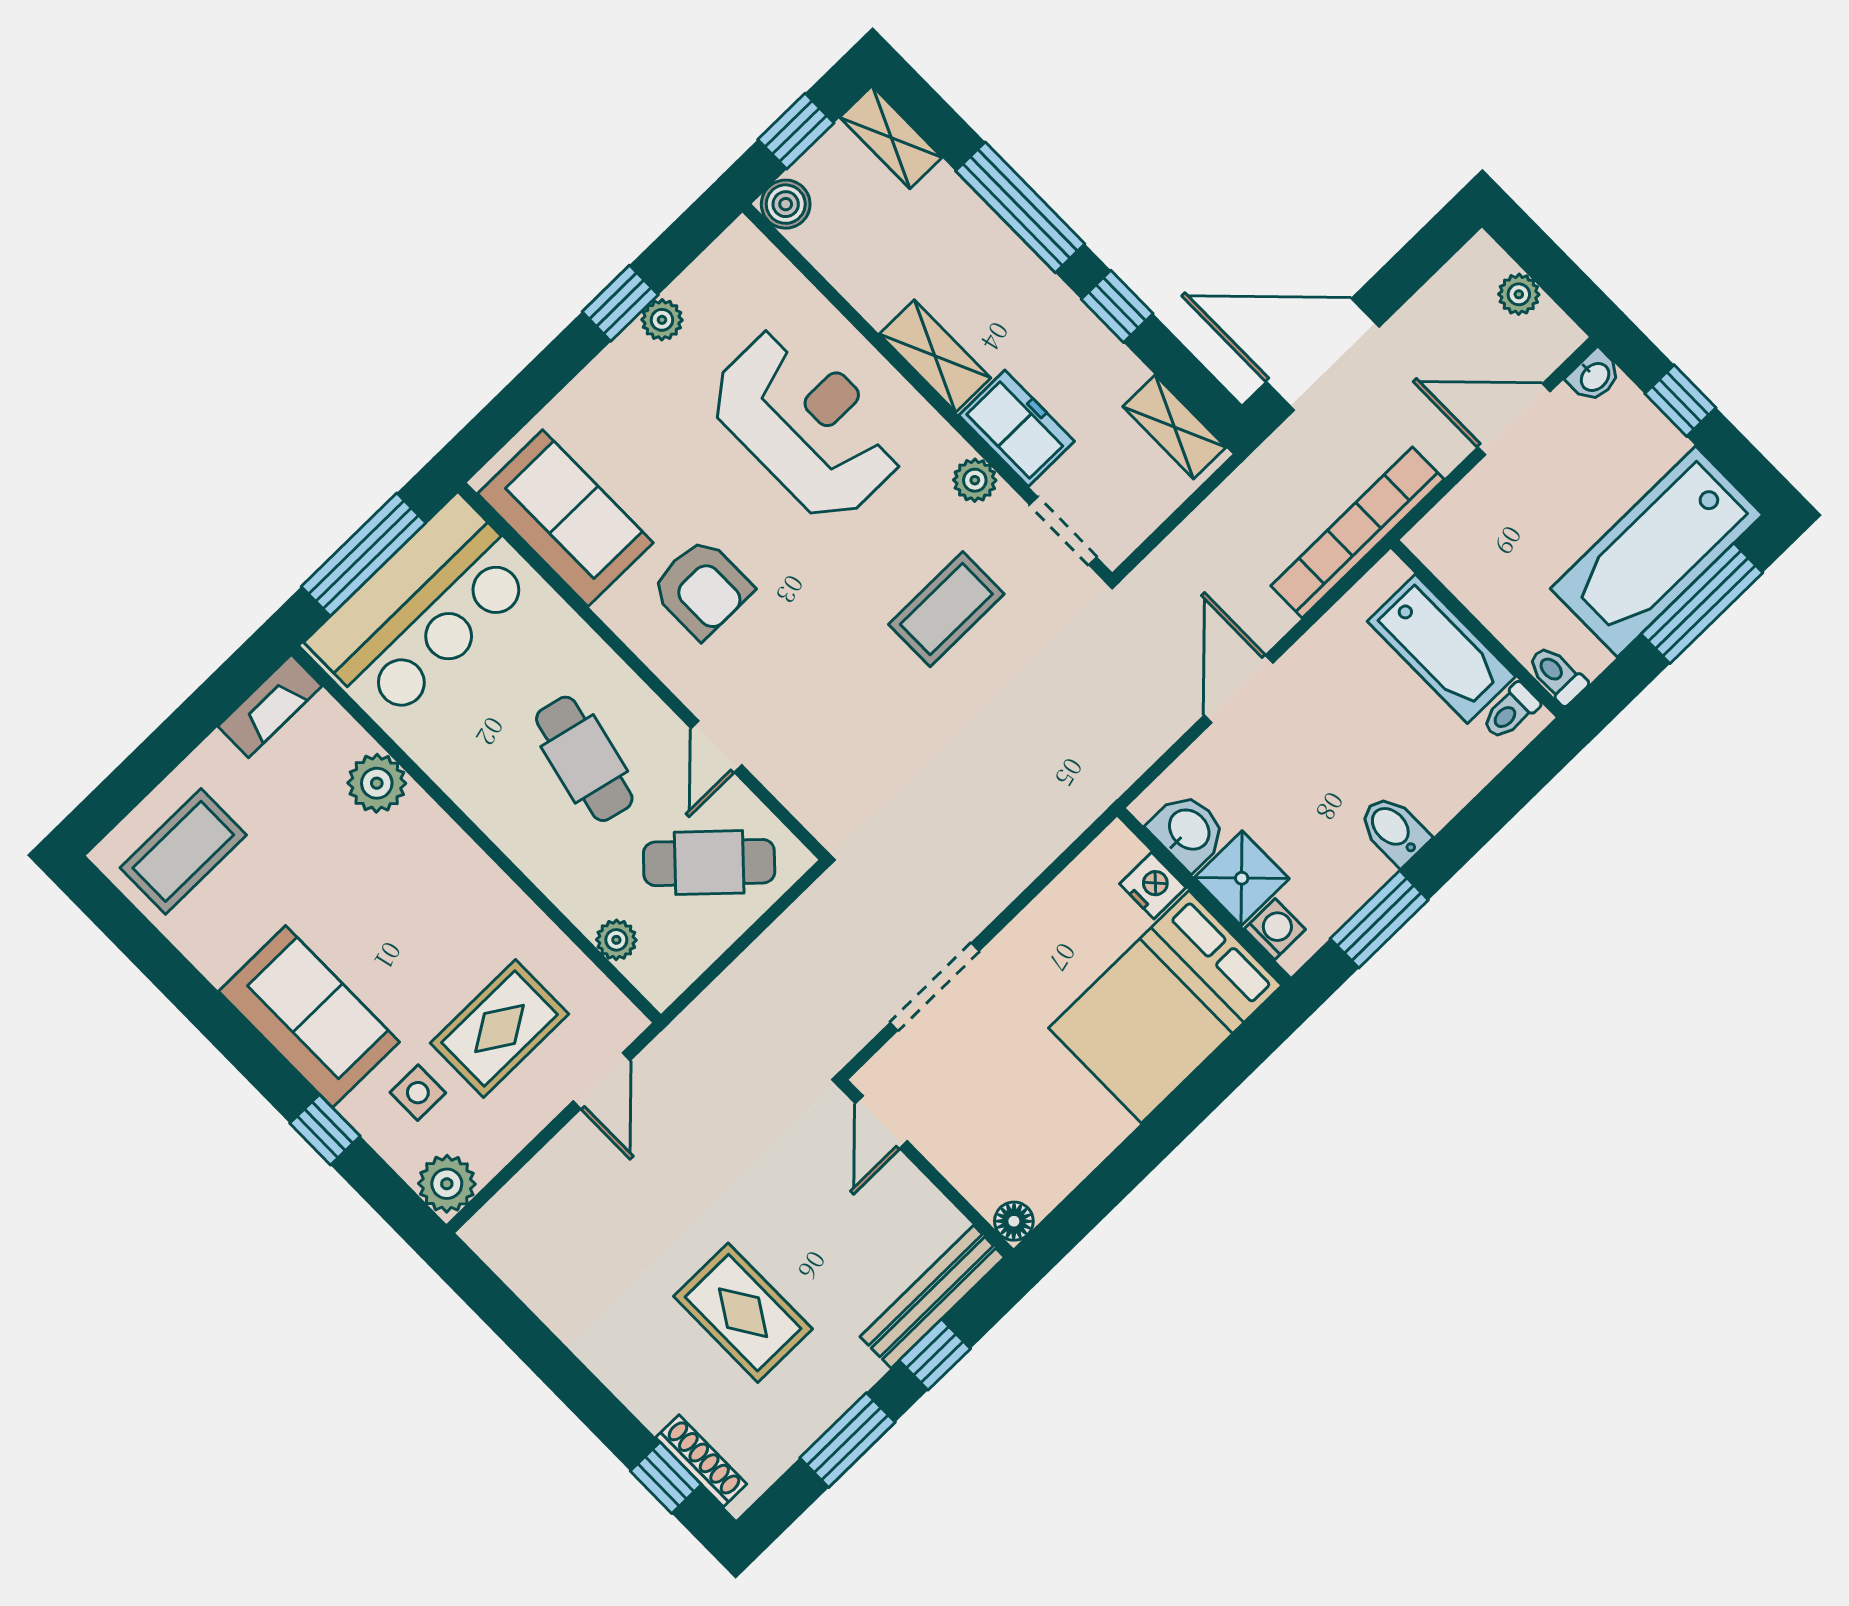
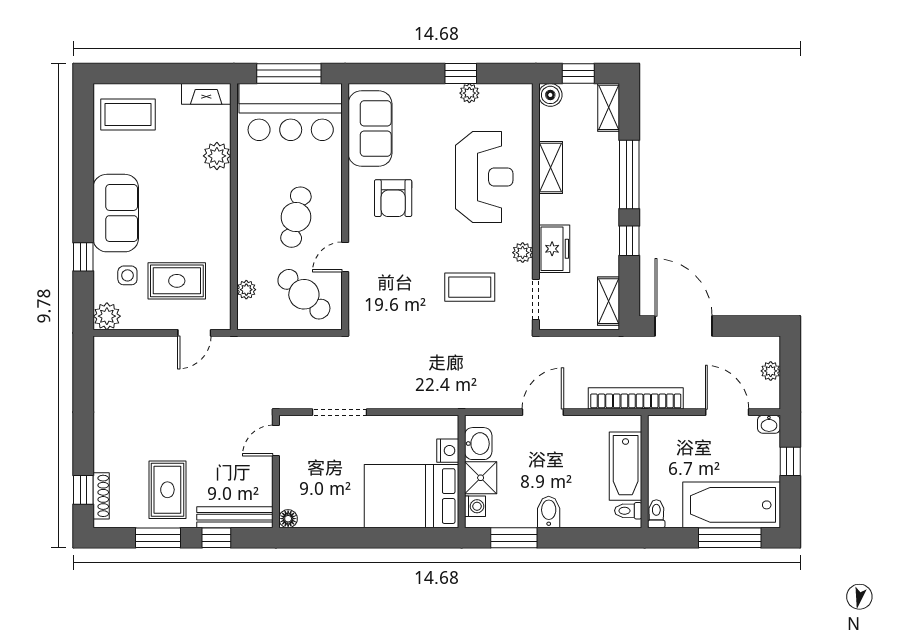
shelving: (935, 356) -> (551, 168), moved
rug: (743, 1313) -> (167, 490), moved

